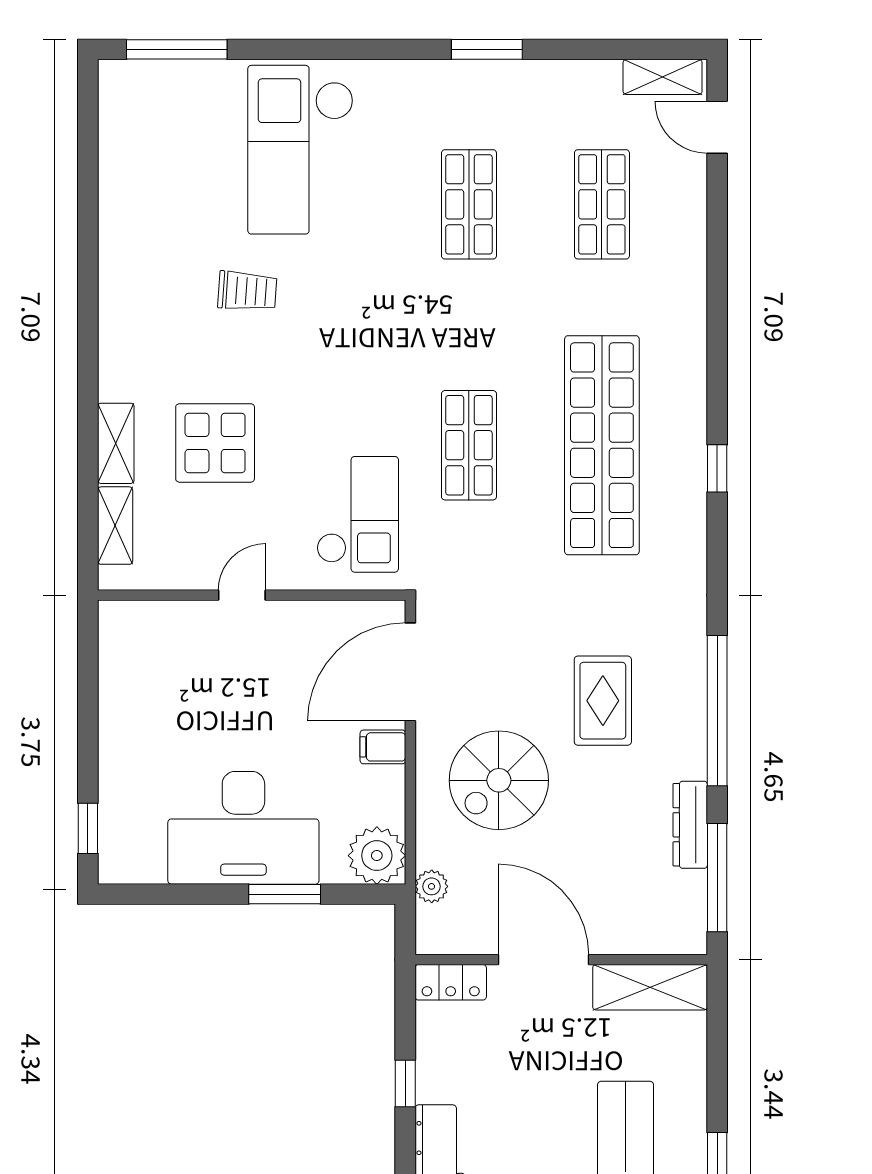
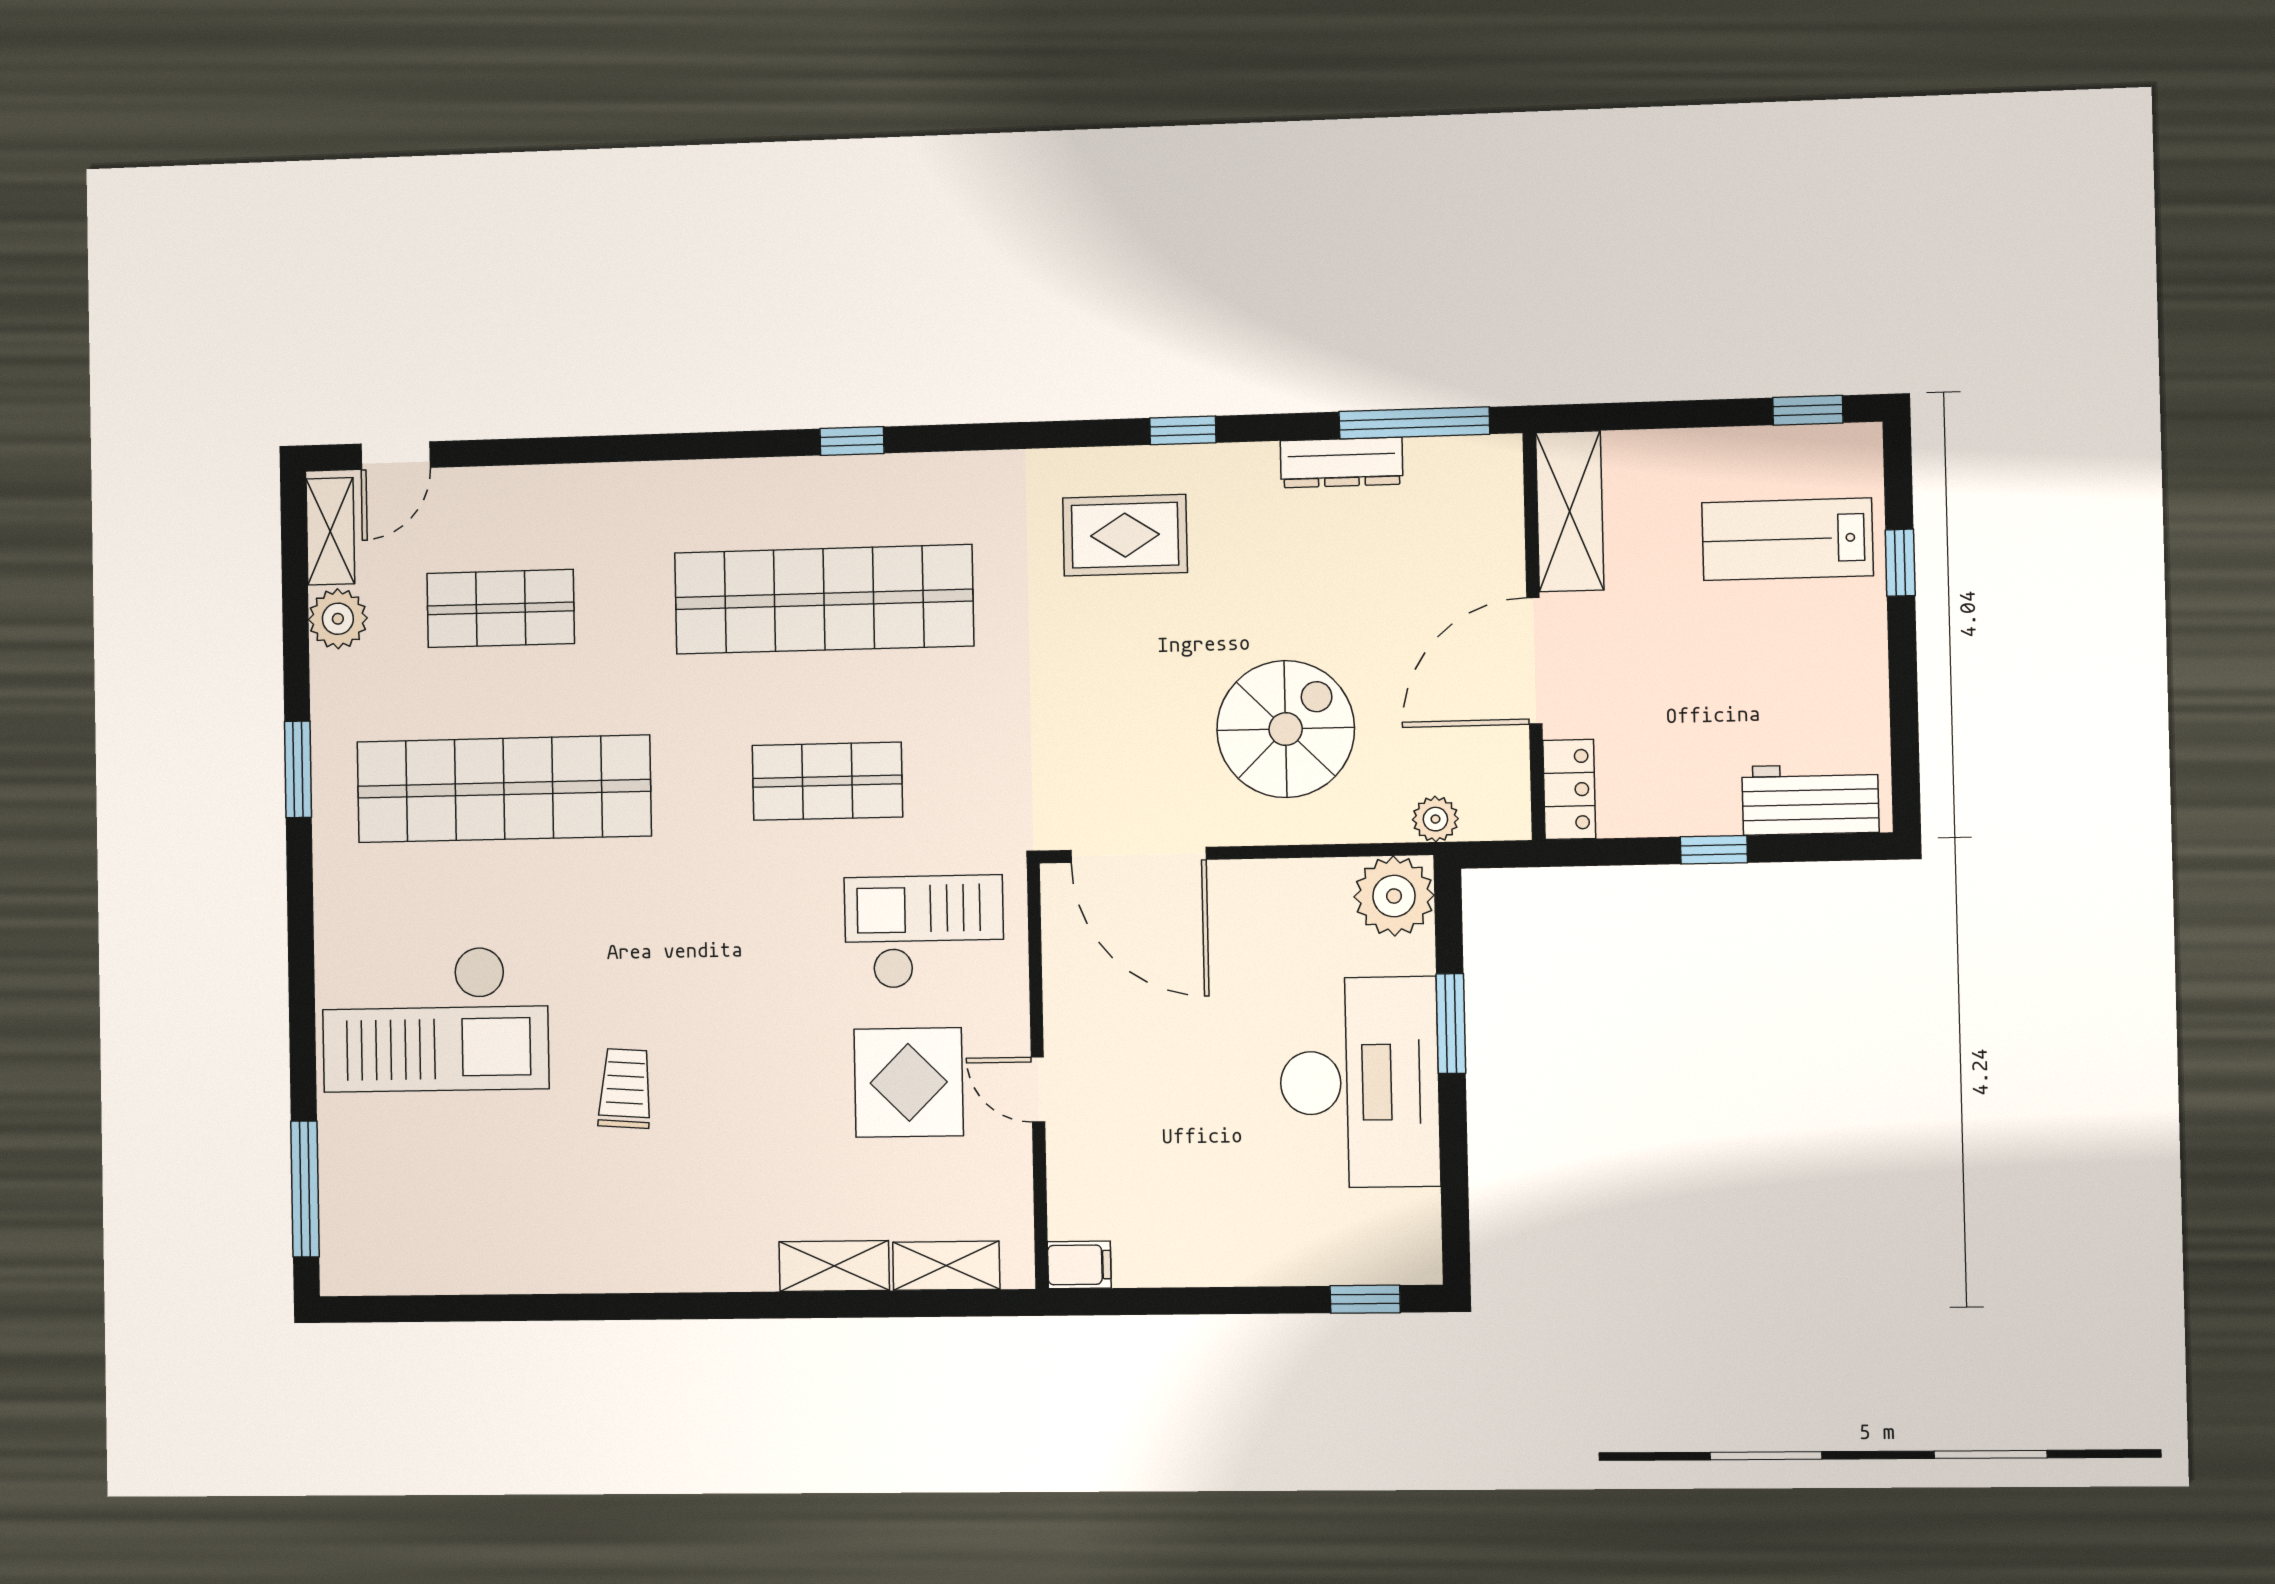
plant: (598, 81) -> (338, 619), added
shop shelf: (469, 204) -> (504, 789), width x2.00, depth x1.36
display table: (215, 443) -> (909, 1082), moved
rug: (603, 701) -> (1125, 535), moved
window: (717, 711) -> (1183, 430), width x0.32
filing cabinet: (383, 747) -> (1079, 1265), moved, turned -90
spiral stairs: (499, 780) -> (1286, 729), turned -90

